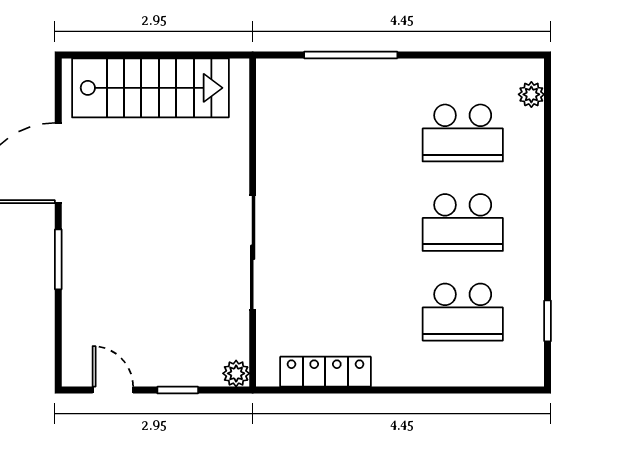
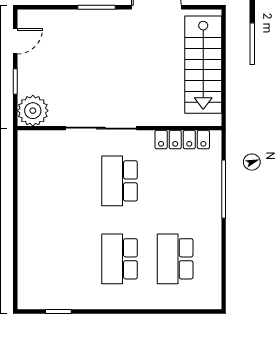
plant: (531, 94) -> (199, 301), removed
school desk: (463, 312) -> (119, 181), moved
locker: (325, 372) -> (182, 140), moved, turned 90
plant: (236, 373) -> (33, 111), width x1.87, depth x1.87

